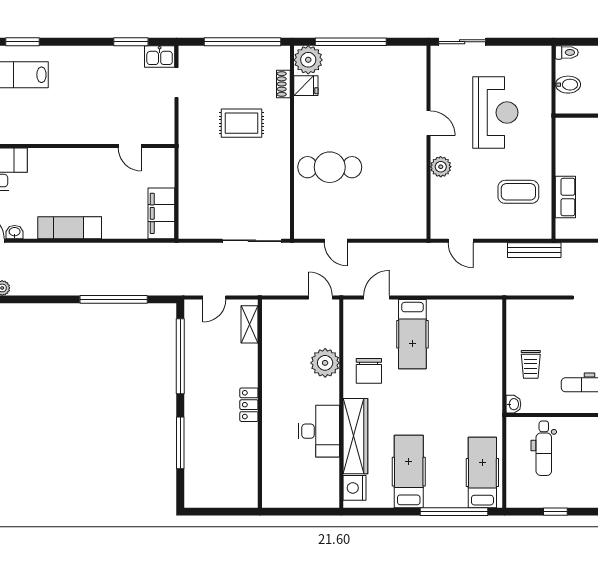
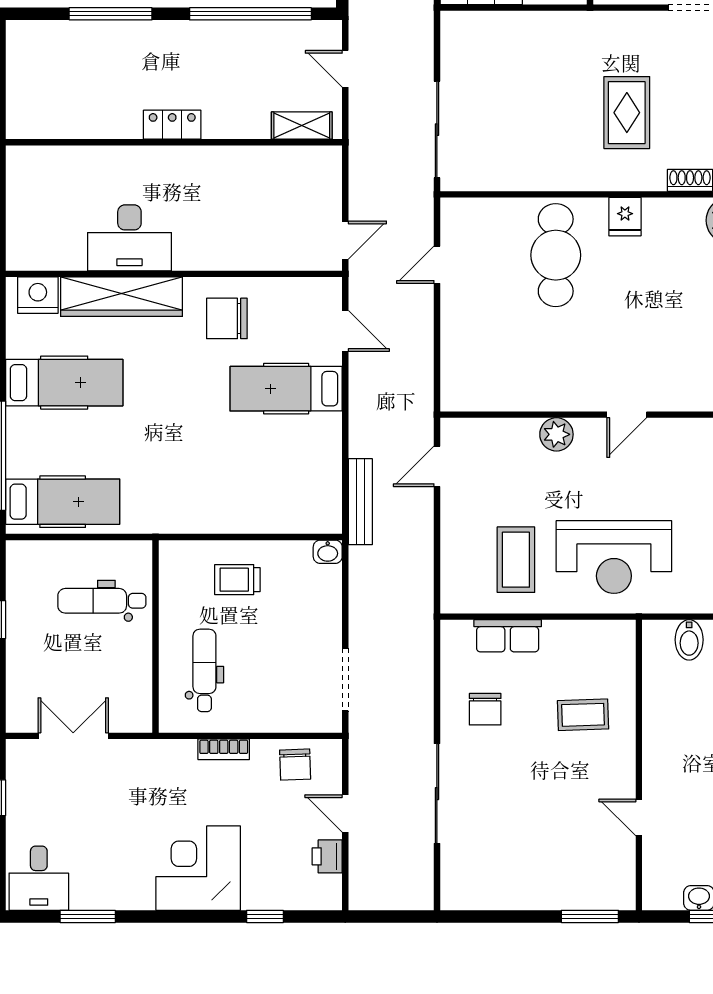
fridge: (306, 86) -> (625, 217), moved
reception desk: (495, 113) -> (614, 557), moved
bench: (534, 250) -> (360, 502), moved
plant: (325, 363) -> (240, 248), removed
washbasin: (513, 404) -> (328, 552), moved

